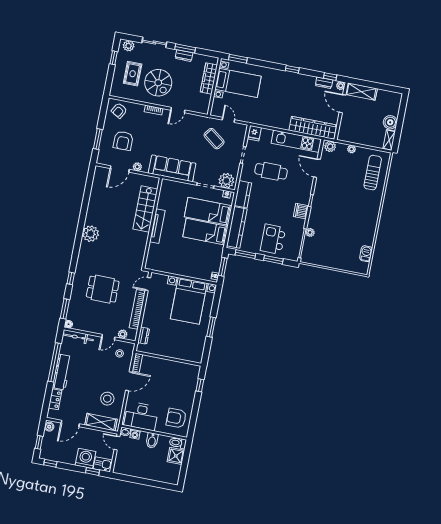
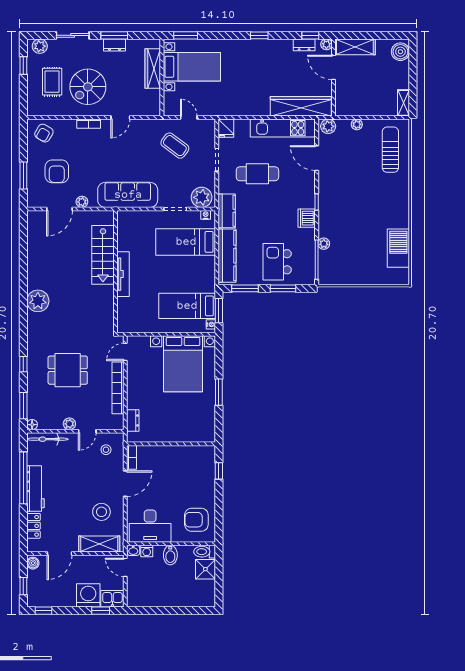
spiral stairs: (158, 83) -> (88, 87), turned 90
boiler: (390, 122) -> (400, 52), moved
bed: (205, 232) -> (187, 306), moved
barbecue: (366, 254) -> (398, 248), width x1.88, depth x1.53
plant: (123, 334) -> (69, 424), moved

